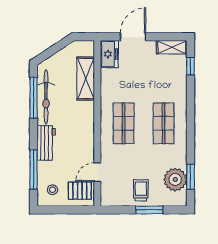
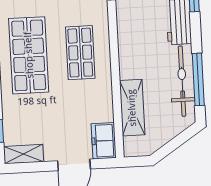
shop shelf: (164, 123) -> (29, 55), width x1.43, depth x1.36

